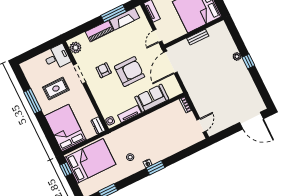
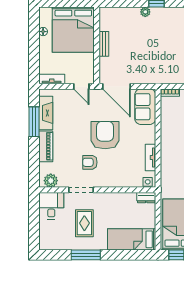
sofa: (152, 98) -> (145, 107), moved
bed: (65, 128) -> (132, 239), width x0.67

